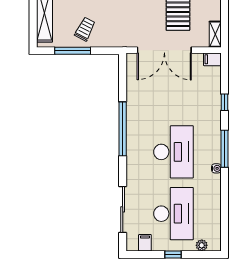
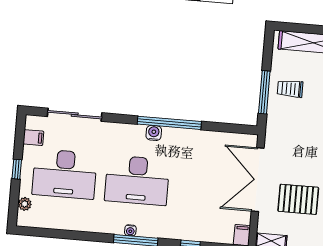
trolley: (85, 29) -> (290, 89), turned 153
window: (73, 51) -> (264, 92), moved
water cooler: (132, 141) -> (154, 133), added
water cooler: (216, 168) -> (130, 230), moved

